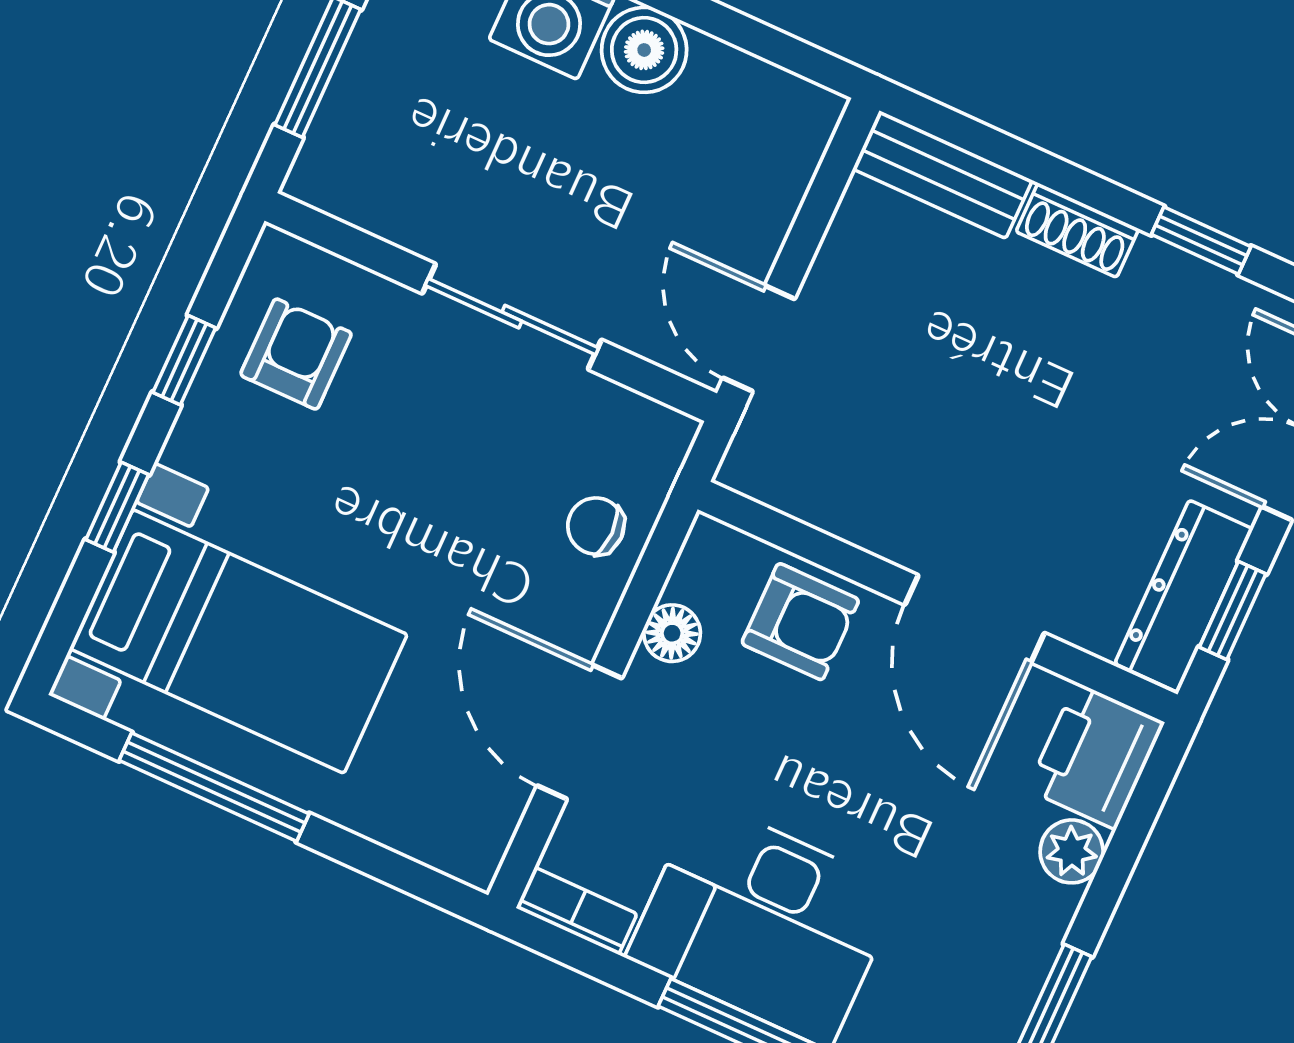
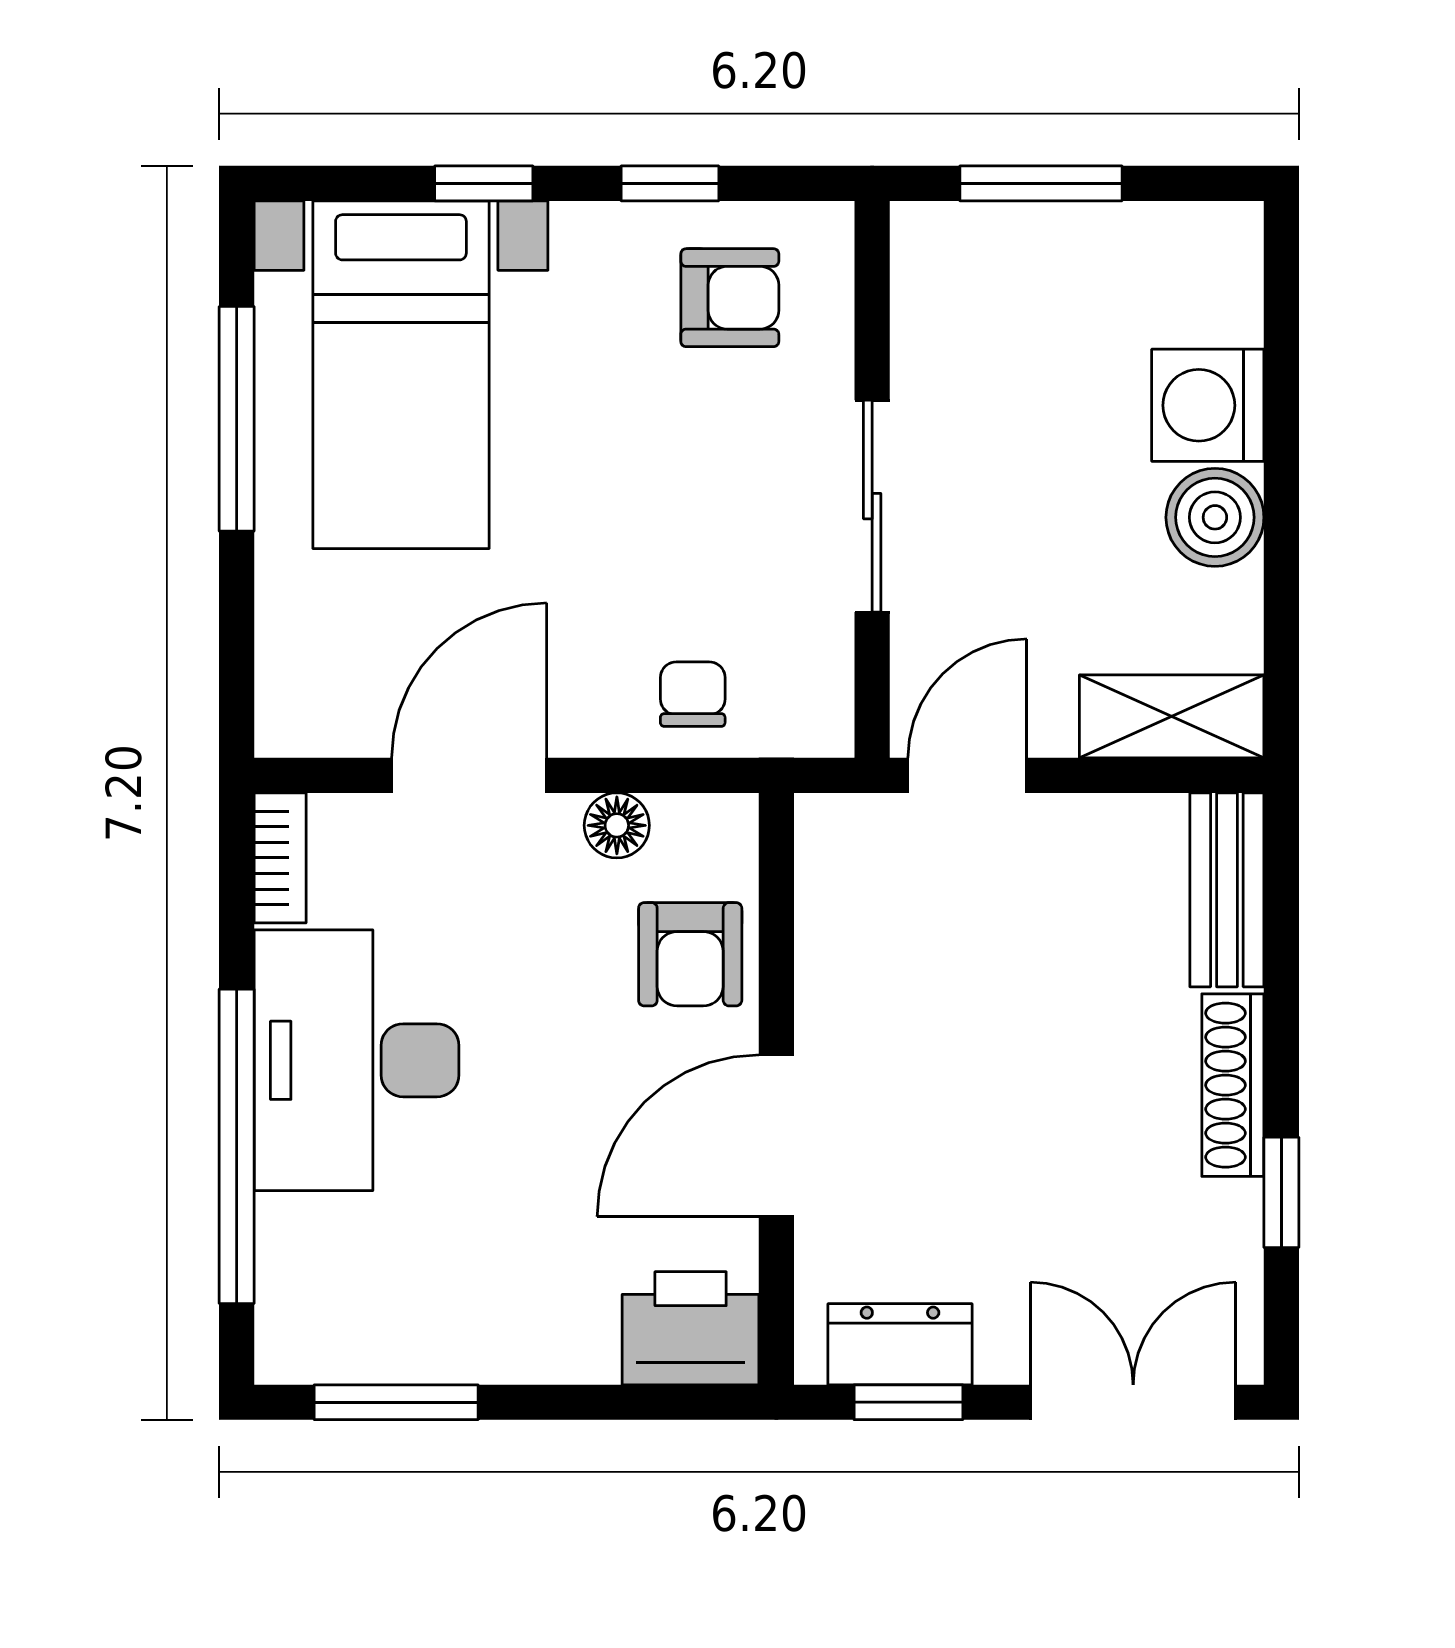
shelving: (786, 156) -> (1172, 716), added
shoe rack: (1077, 230) -> (1233, 1085), width x1.43
dresser: (1184, 596) -> (900, 1344), width x0.70
plant: (1072, 851) -> (579, 1349), removed

